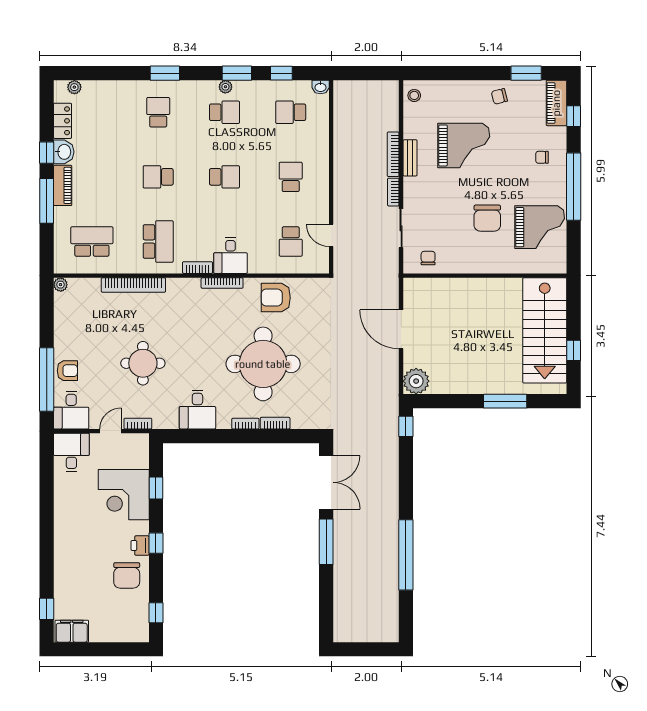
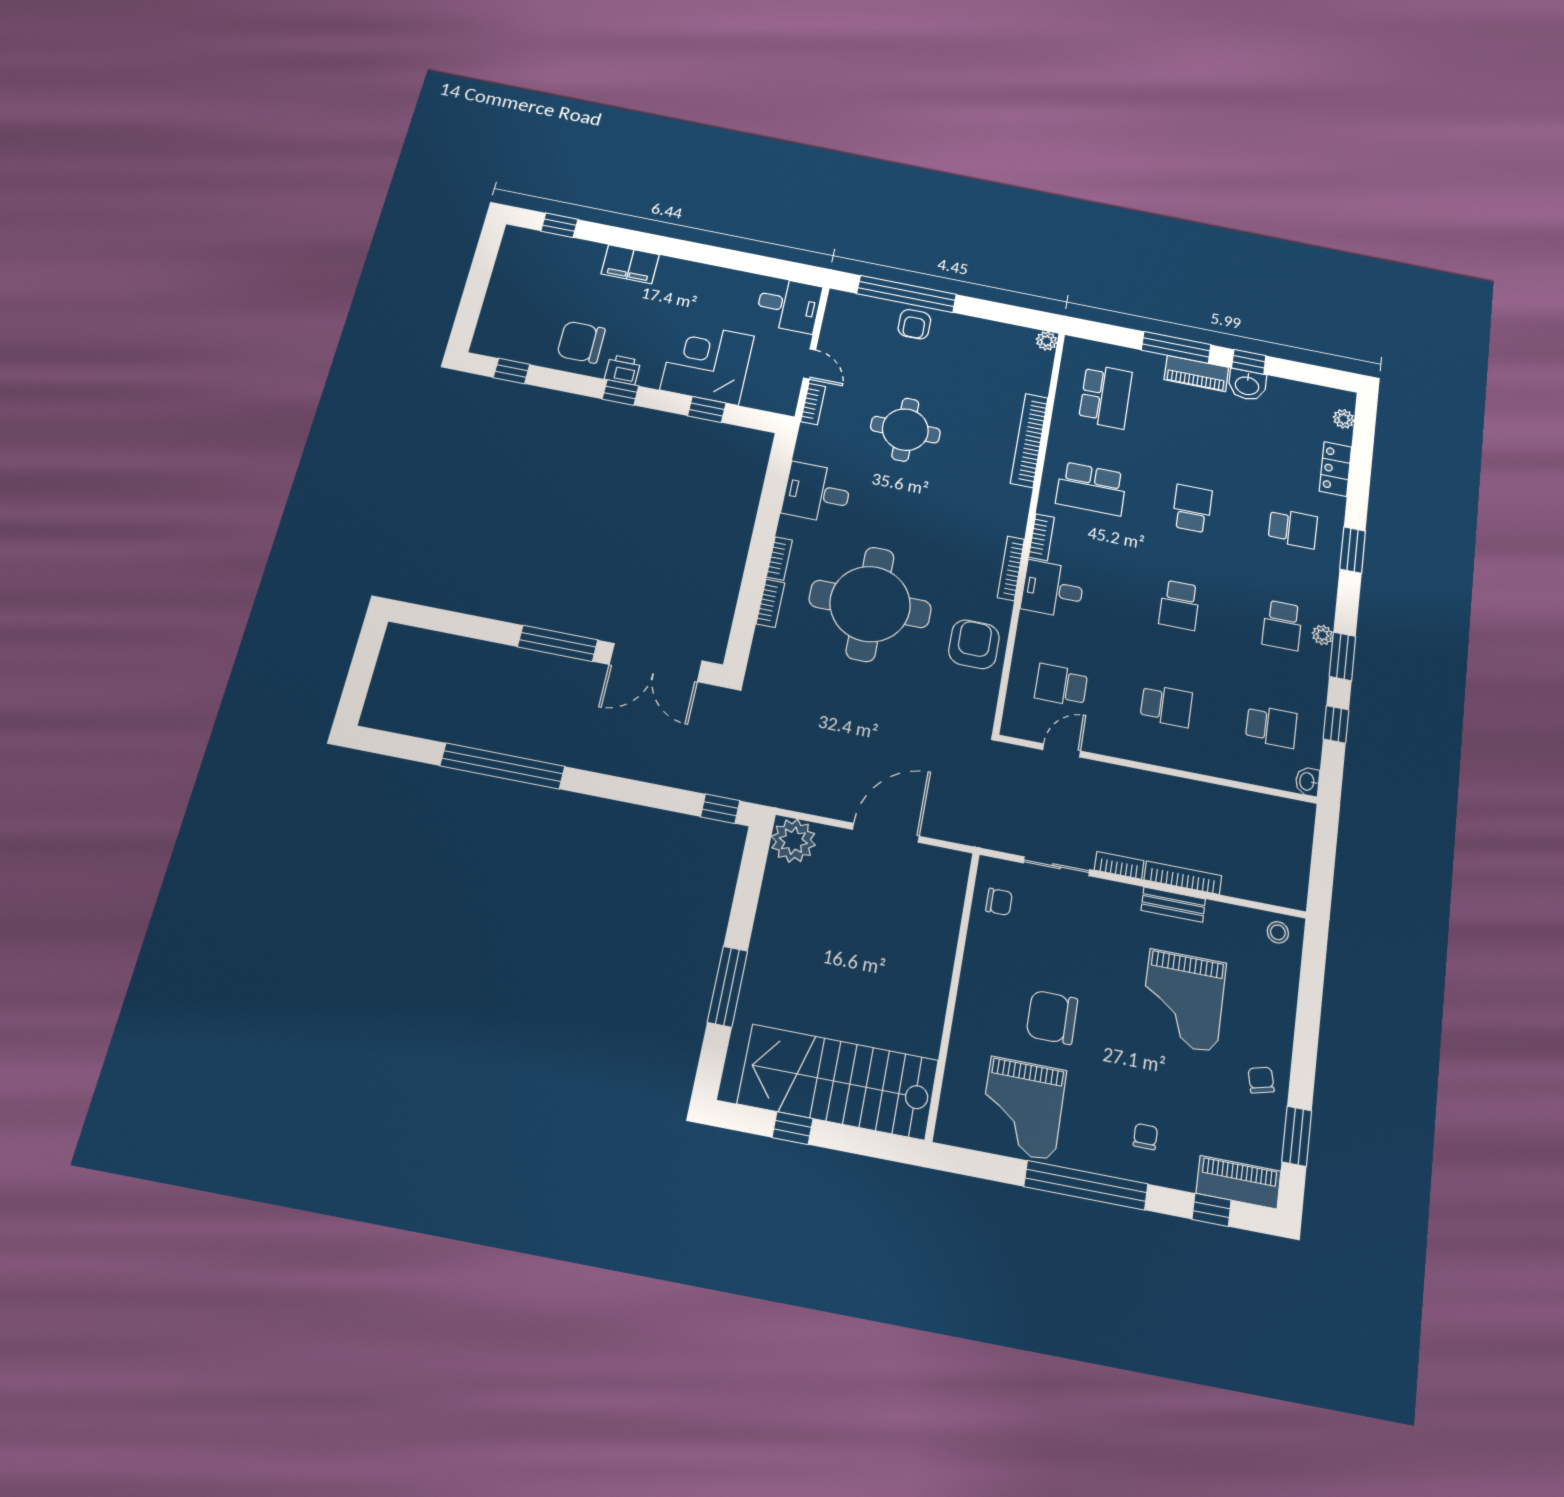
school desk: (291, 112) -> (1271, 726), turned 90
locker: (63, 121) -> (1335, 469), moved, turned 90
desk: (71, 410) -> (853, 317), removed
filing cabinet: (72, 631) -> (630, 264), moved, turned 90

